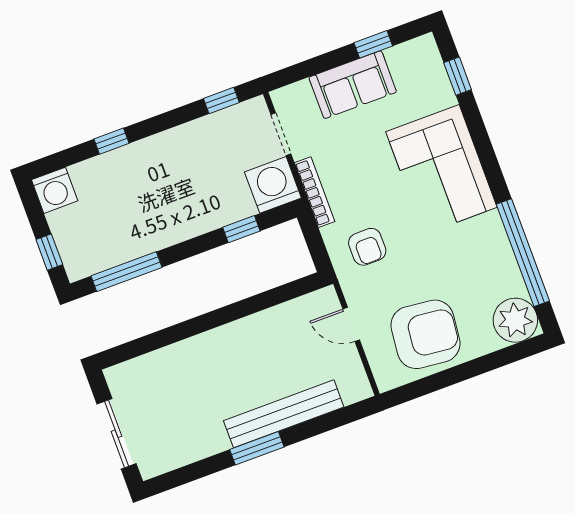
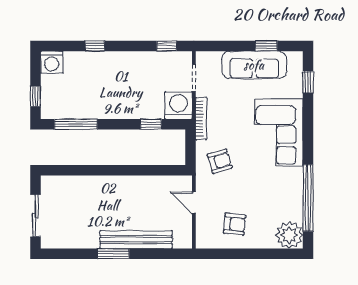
sofa: (353, 85) -> (254, 65), width x1.36
armchair: (367, 247) -> (220, 161), turned -106
armchair: (425, 334) -> (235, 224), width x0.53, depth x0.53

